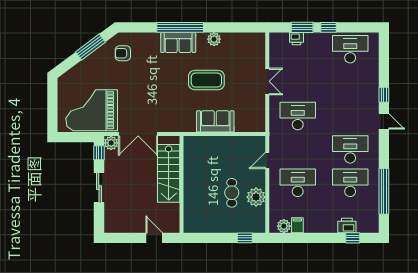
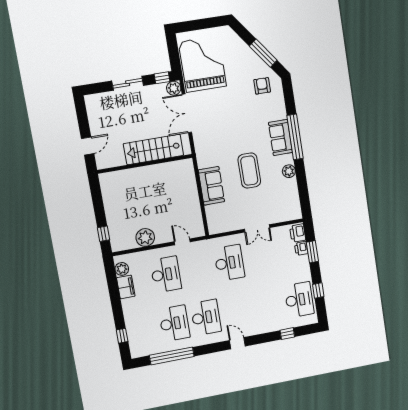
window: (328, 27) -> (318, 290), moved
window: (384, 95) -> (287, 334), moved
door: (384, 121) -> (237, 343), swing flipped
cafe table: (232, 193) -> (145, 214), removed
filing cabinet: (297, 225) -> (126, 287), width x2.00
printer: (347, 226) -> (298, 233), moved, turned 180

